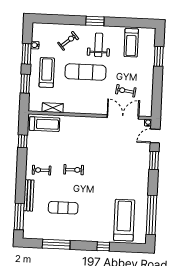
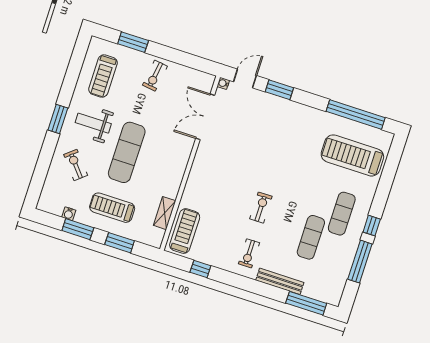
treadmill: (131, 43) -> (103, 76), turned 90
exercise bike: (126, 91) -> (155, 76), moved
door: (155, 136) -> (245, 79), swing flipped
exercise mat: (84, 224) -> (342, 214), added
window: (103, 246) -> (372, 226), moved

